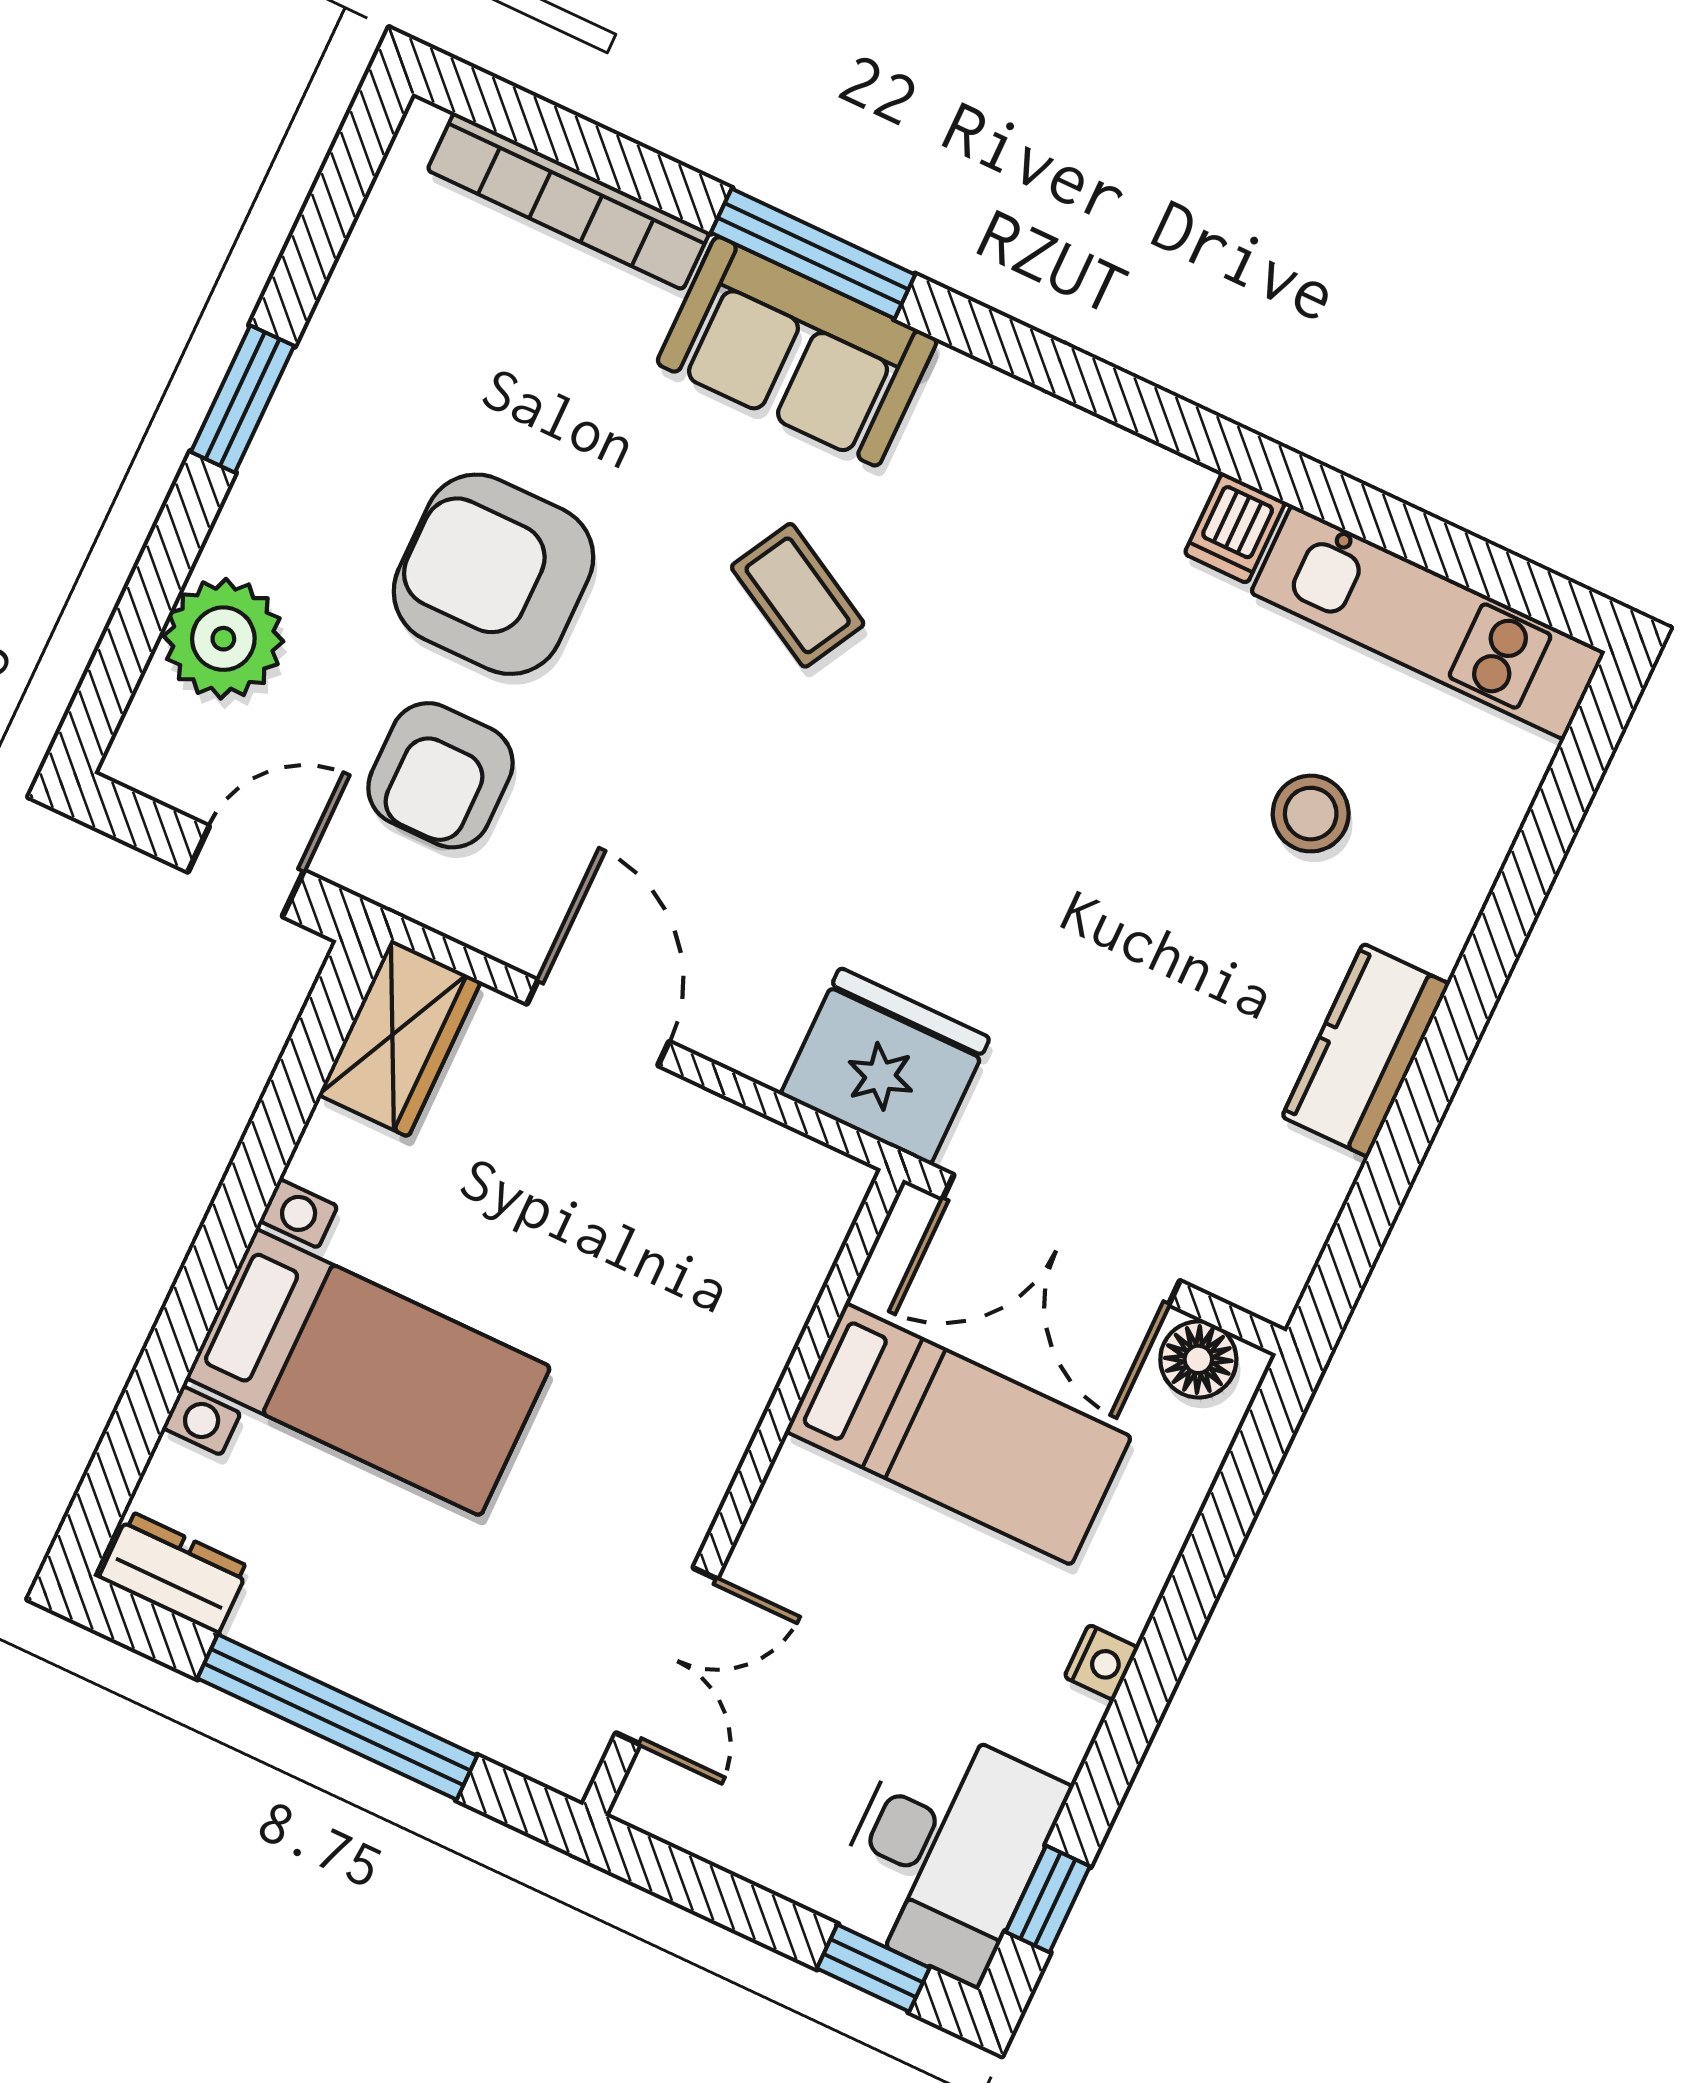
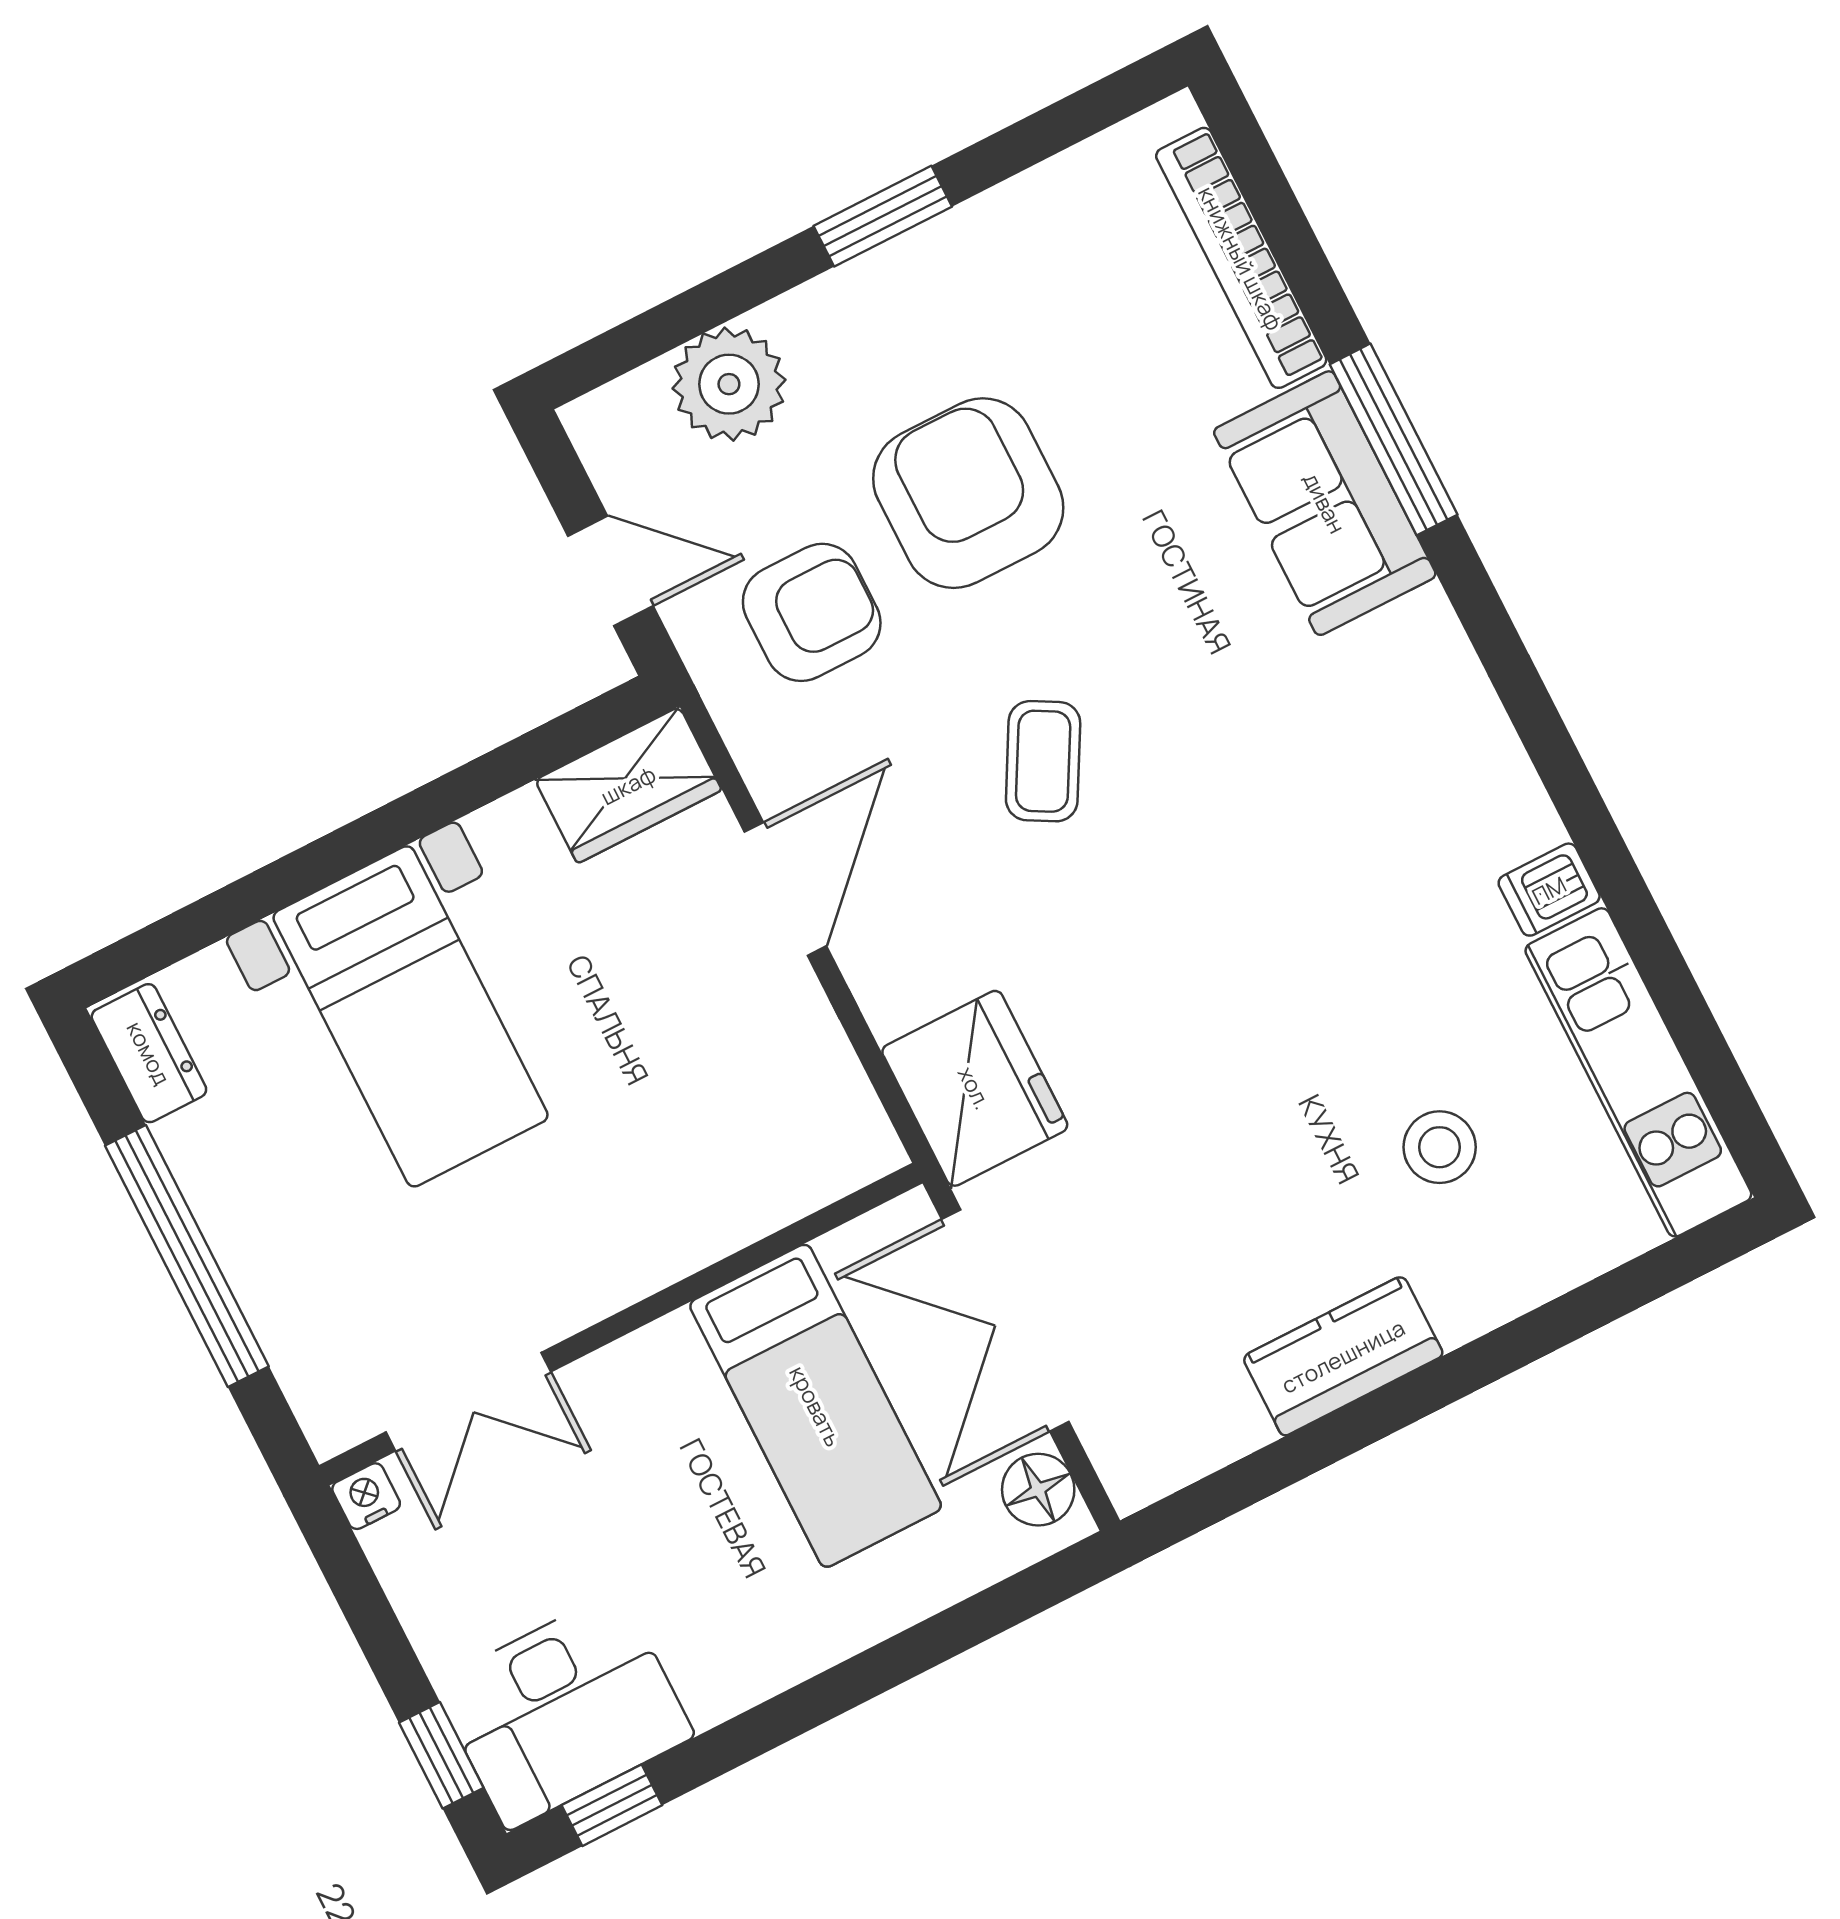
coffee table: (798, 595) -> (1043, 761), moved
armchair: (440, 775) -> (812, 612), turned 180
nightstand: (1101, 1662) -> (366, 1496), moved, turned 180

